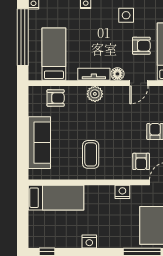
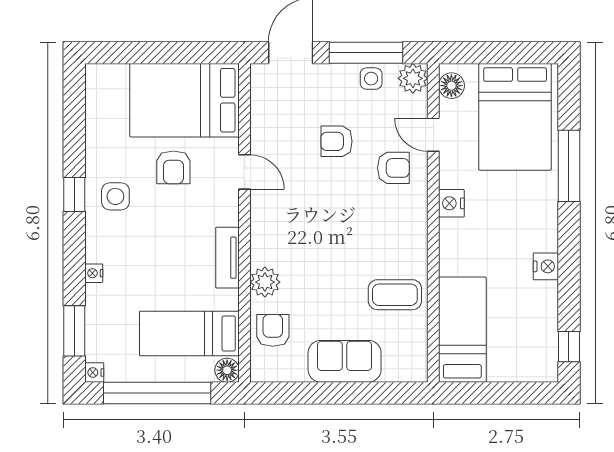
armchair: (141, 46) -> (173, 167), turned 180
floor lamp: (117, 74) -> (227, 370), moved
plant: (95, 94) -> (265, 282), moved
sofa: (39, 143) -> (345, 361), width x0.73
coffee table: (91, 154) -> (395, 295), moved

